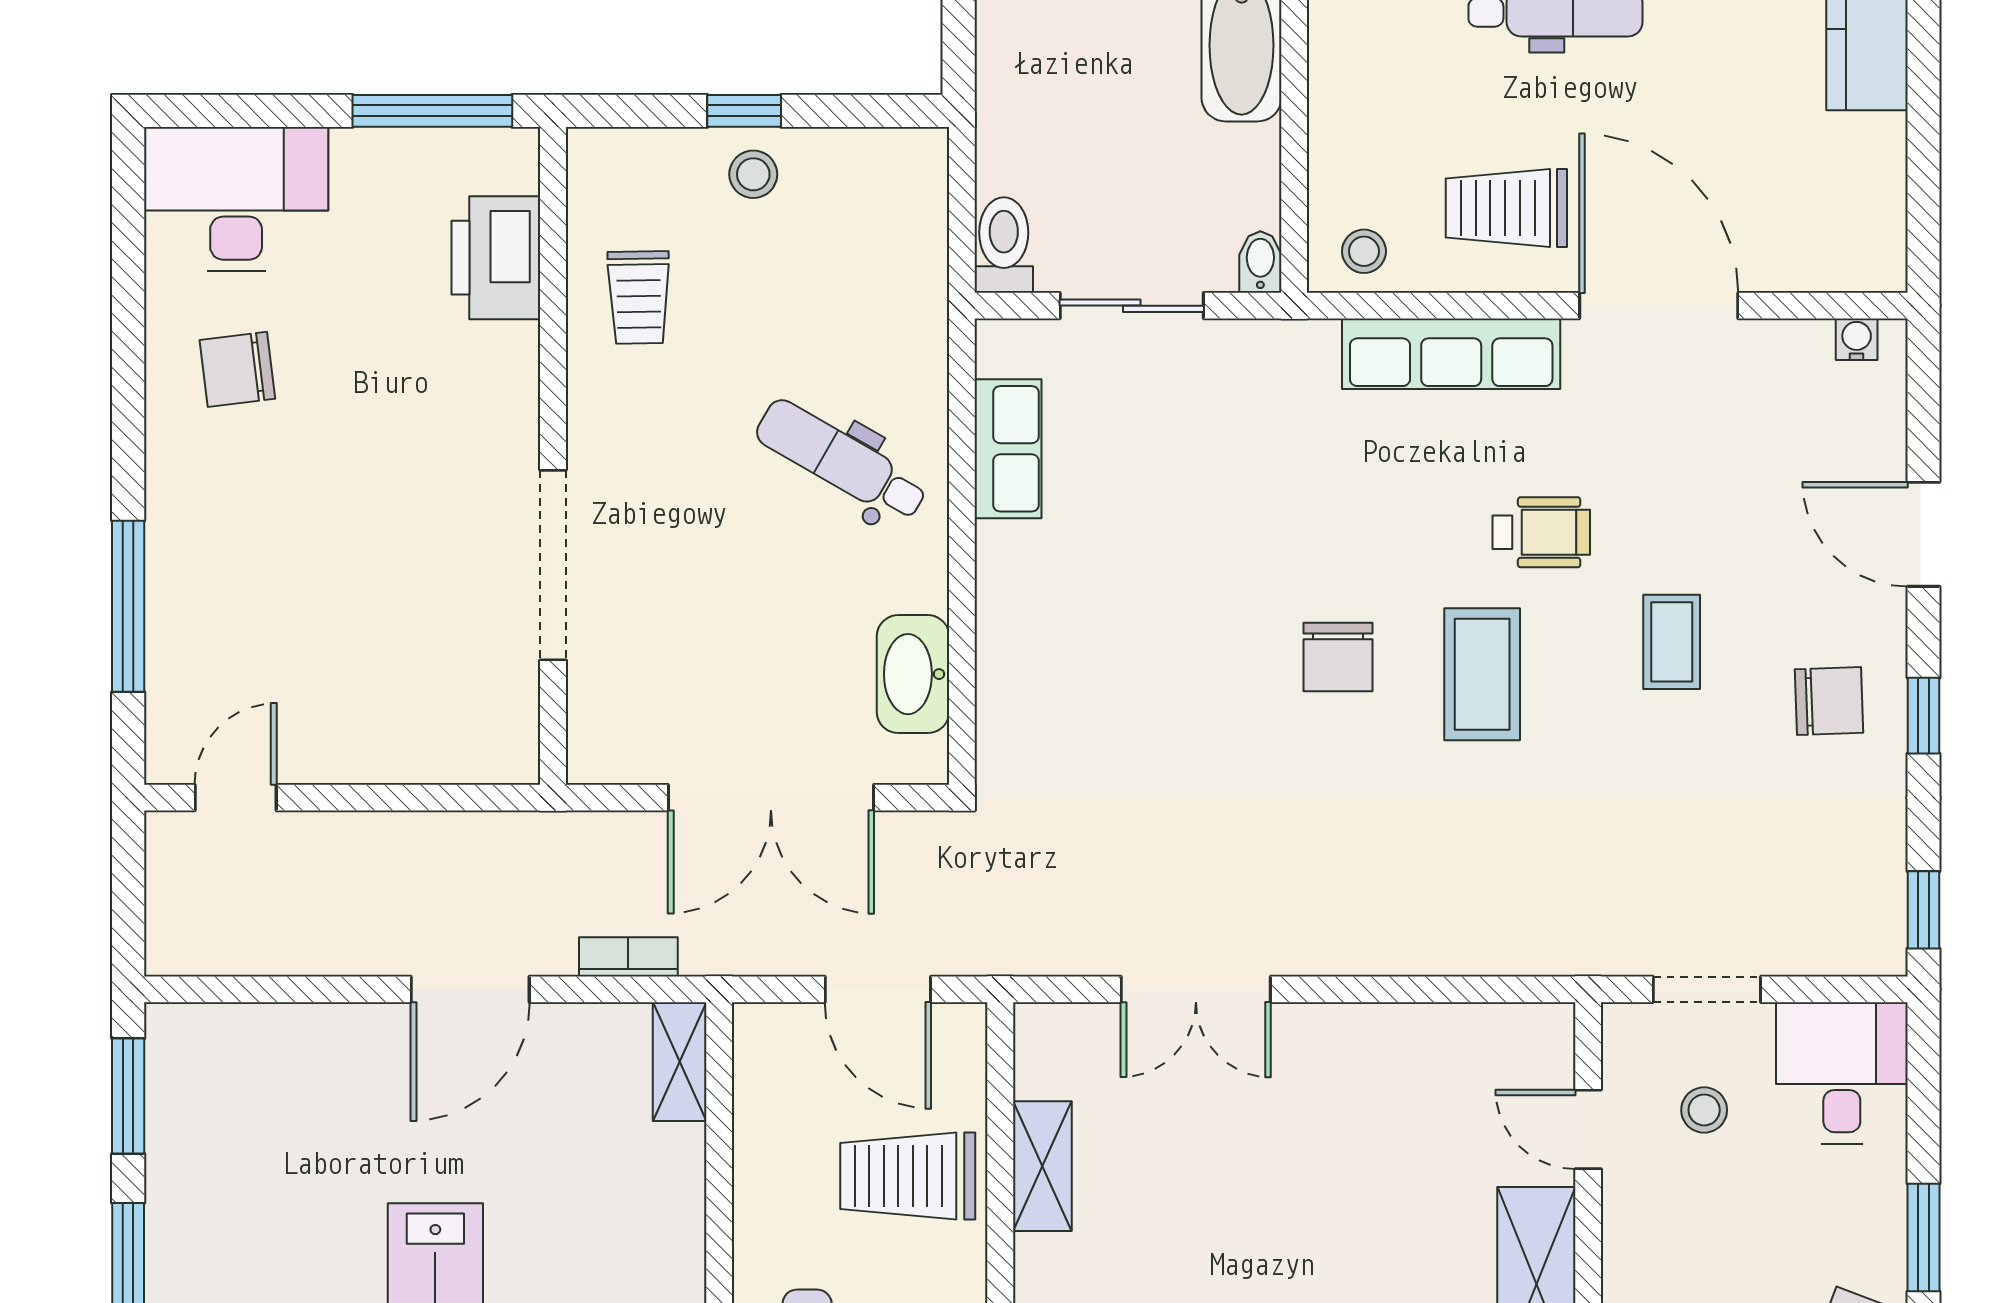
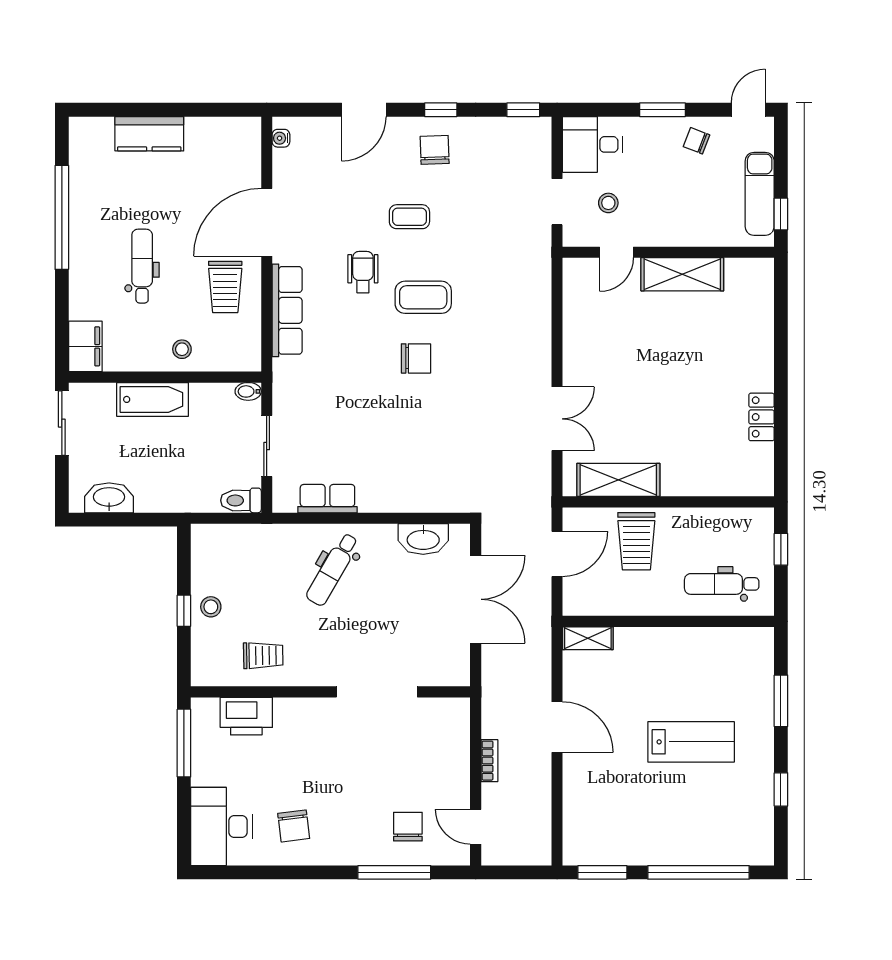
stool: (1364, 251) -> (182, 349), moved
chair: (236, 638) -> (408, 827), added
bookcase: (628, 957) -> (489, 761), moved, turned 180
shelving: (1042, 1166) -> (618, 480), width x1.50, depth x1.33

